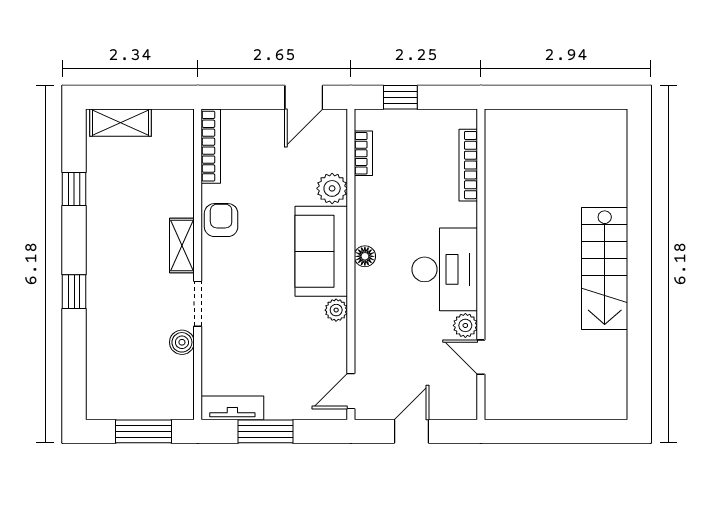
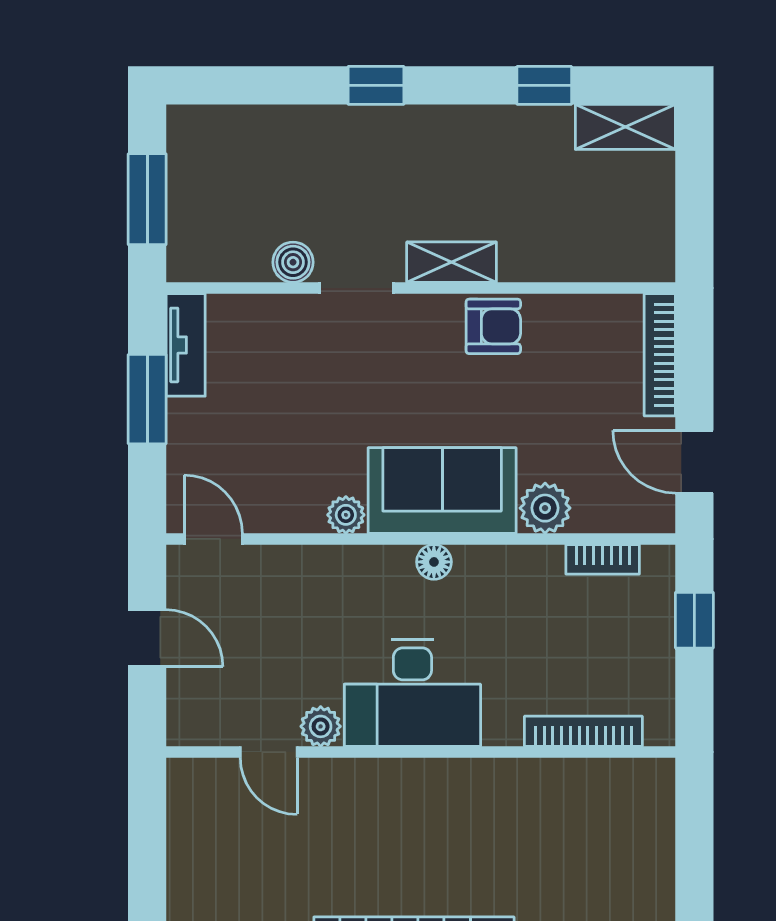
shelving: (120, 123) -> (625, 127), moved, turned 90
bookcase: (211, 146) -> (660, 355), moved, turned 90
door: (481, 357) -> (269, 752), swing flipped

